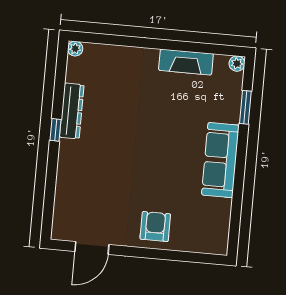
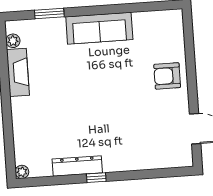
plant: (237, 64) -> (13, 41), moved

